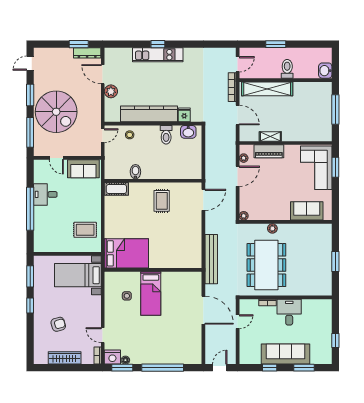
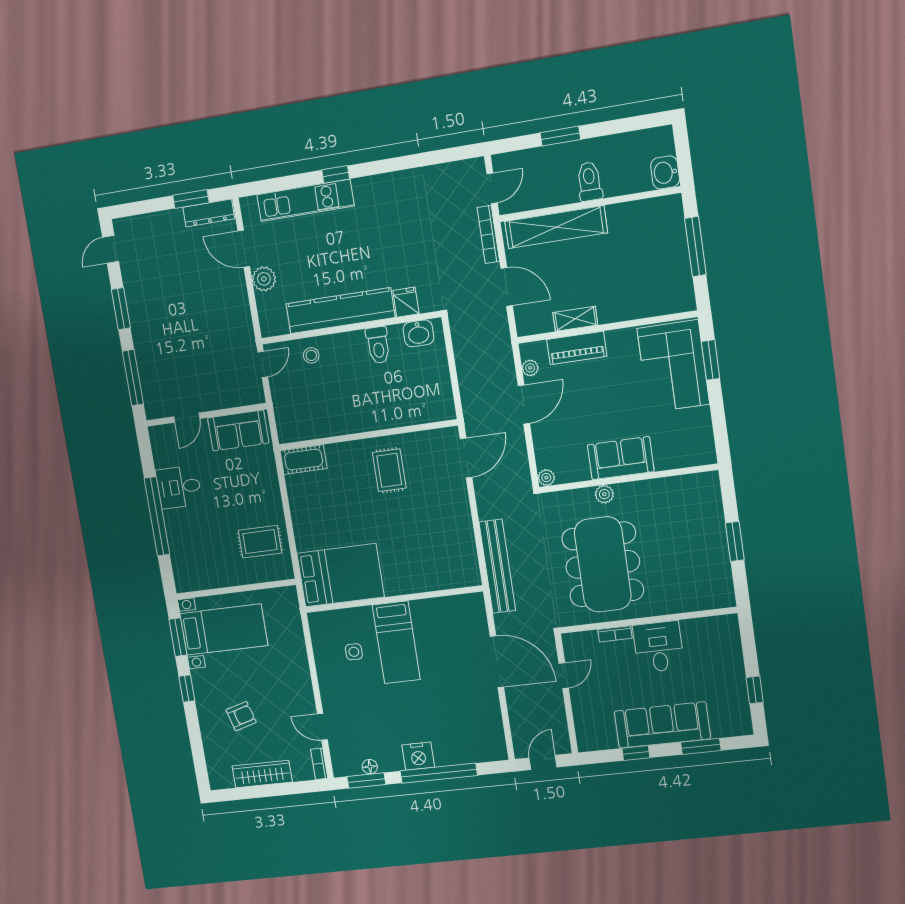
kitchen unit: (158, 55) -> (305, 200), moved
spiral stairs: (56, 112) -> (172, 333), removed
door: (56, 158) -> (187, 418), hinge flipped
bidet: (135, 172) -> (333, 423), removed
sofa: (307, 211) -> (621, 458), moved
bed with nightstands: (78, 275) -> (224, 630), moved, turned 180
nightstand: (112, 357) -> (418, 756), moved

